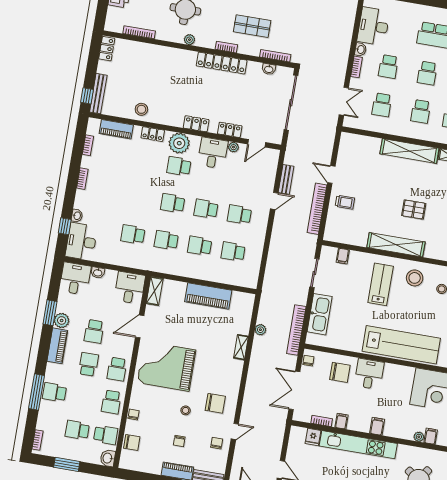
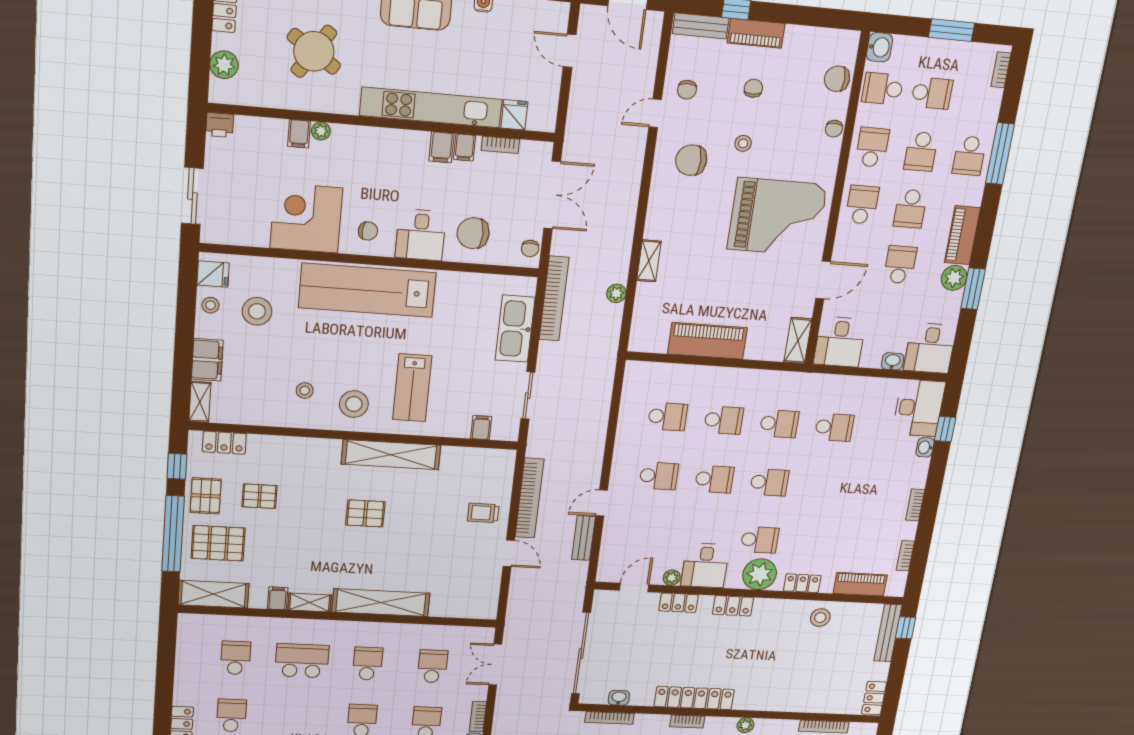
chair: (398, 379) -> (368, 231), added
school desk: (54, 392) -> (969, 156), turned 90
school desk: (83, 397) -> (921, 152), added
filing cabinet: (377, 426) -> (441, 147), moved

